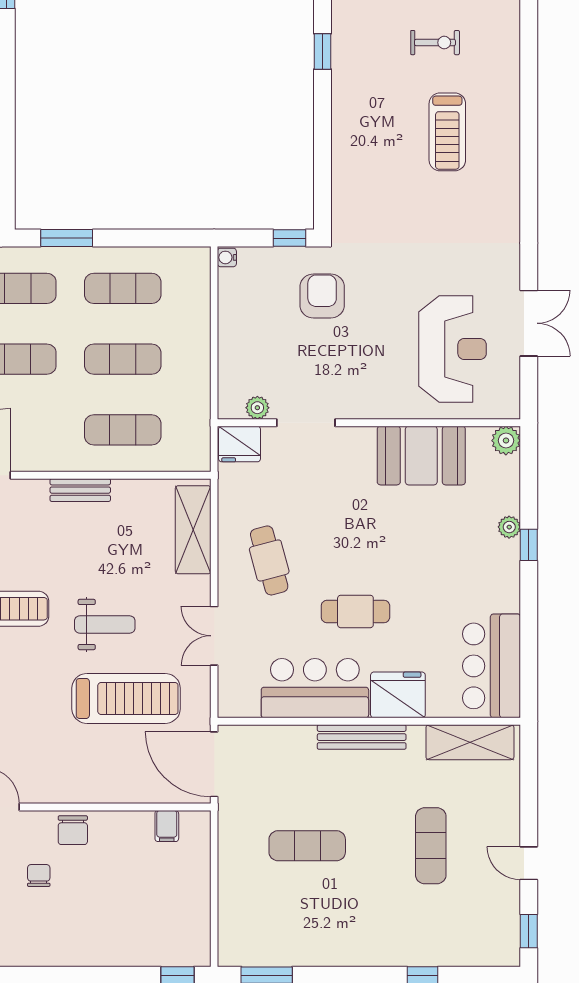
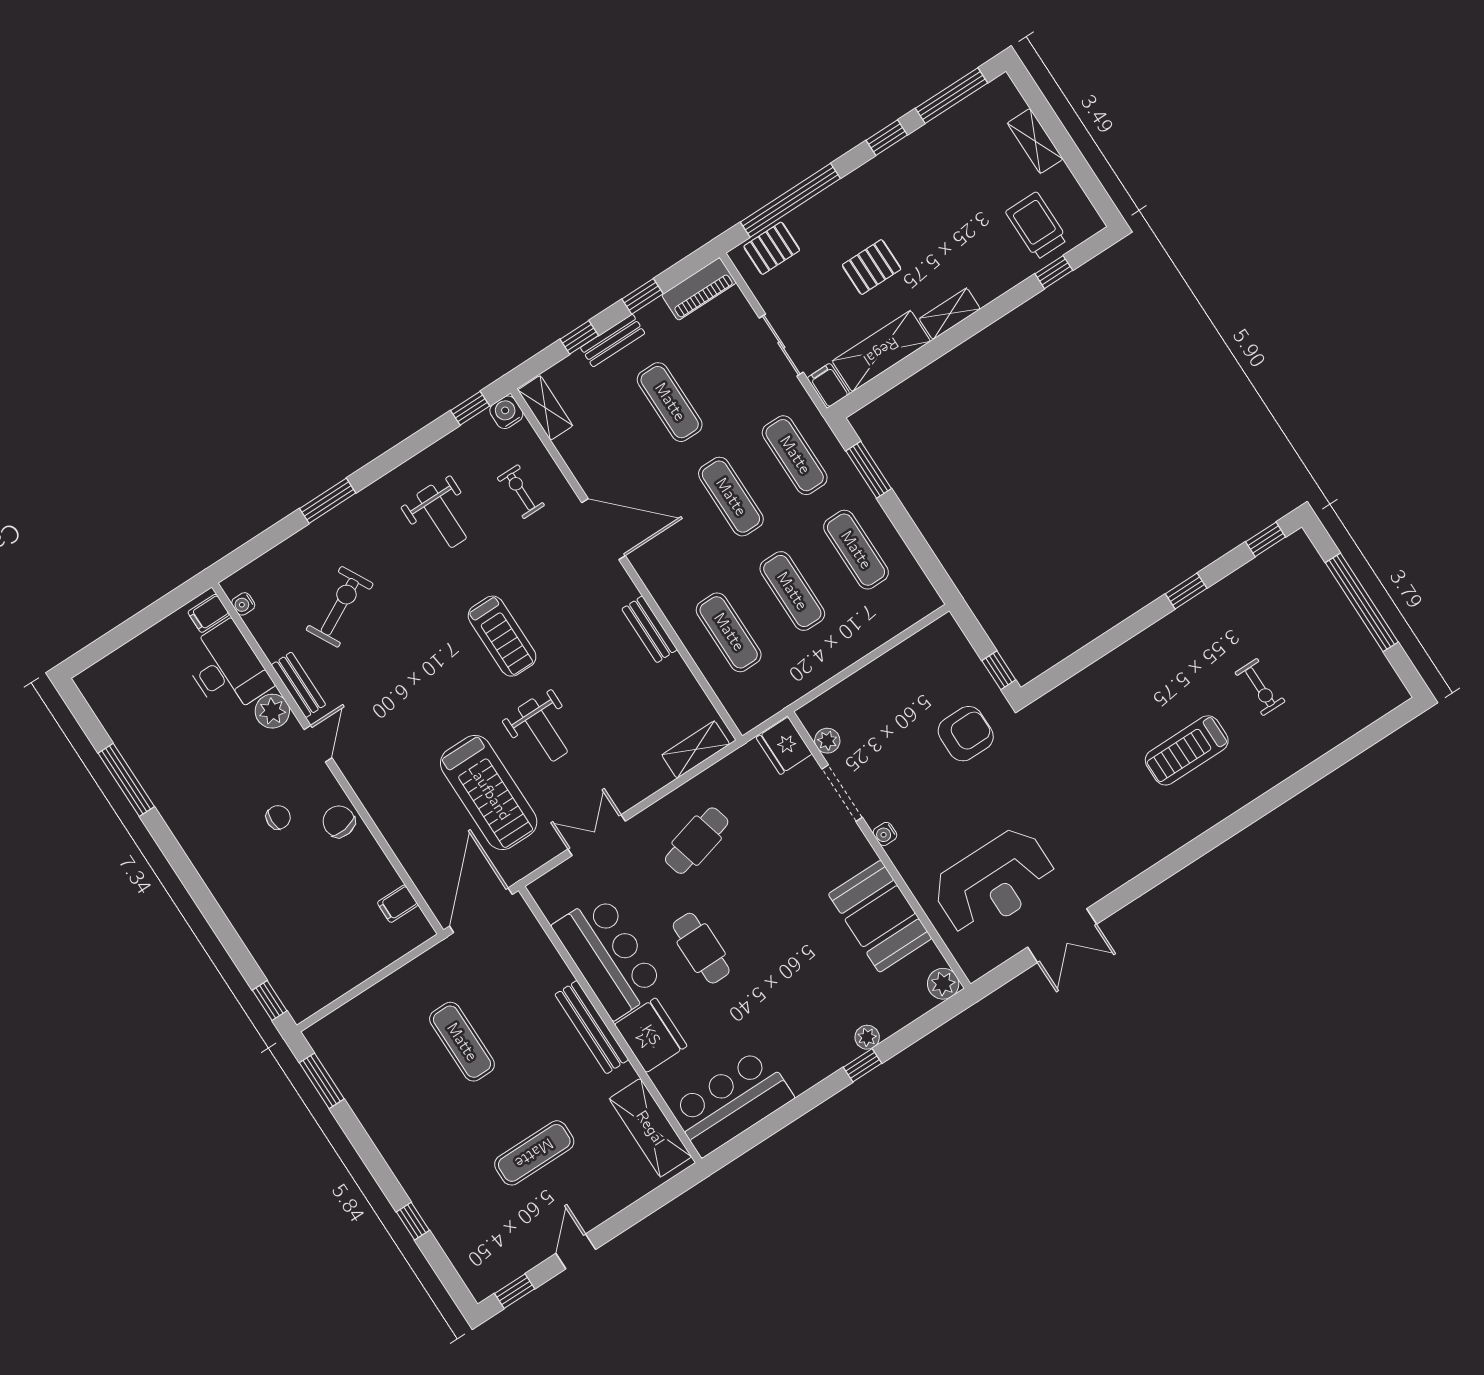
water cooler: (227, 257) -> (885, 834), moved, turned -90
shelving: (193, 530) -> (696, 750), width x0.67, depth x0.75
chair: (73, 830) -> (339, 821), turned 82

